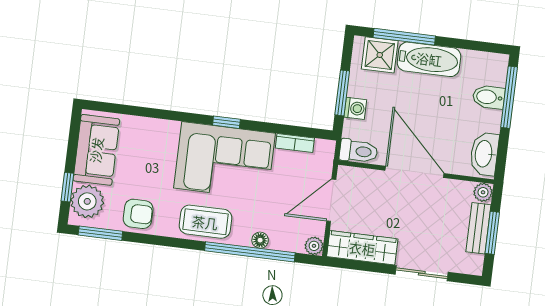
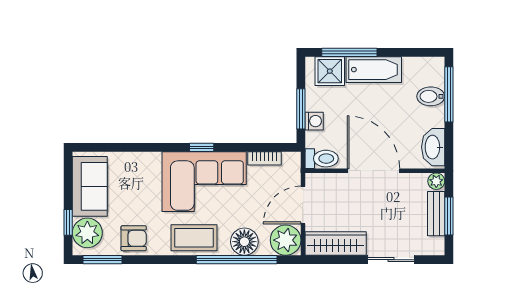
floor lamp: (260, 240) -> (244, 242), width x1.89, depth x1.89
plant: (314, 246) -> (286, 240), width x1.87, depth x1.87

